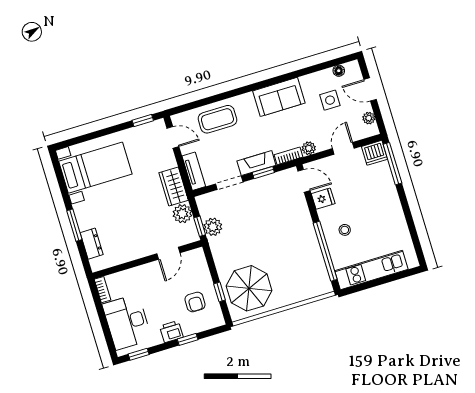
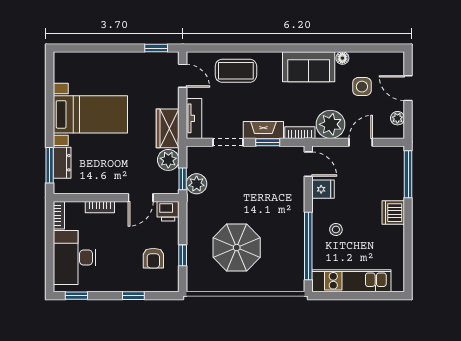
floor lamp: (339, 71) -> (342, 58), moved
plant: (309, 148) -> (331, 124), width x1.87, depth x1.87
dishwasher: (375, 153) -> (393, 213), moved, turned 90
bed with nightstands: (95, 168) -> (90, 114), moved
window: (74, 225) -> (50, 165), moved
bookcase: (136, 272) -> (100, 207), added
parasol: (249, 288) -> (237, 248), moved
printer: (171, 332) -> (168, 211), moved, turned 180

